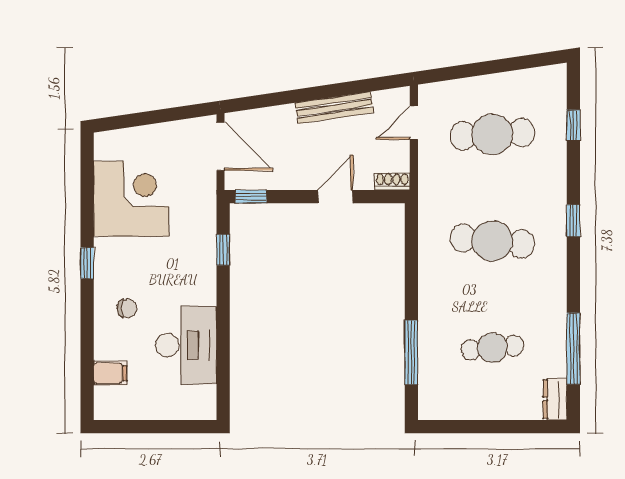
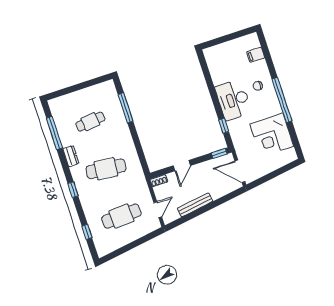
window: (87, 263) -> (282, 100), width x3.17
desk: (186, 345) -> (233, 100), moved
dresser: (555, 399) -> (71, 156), moved

